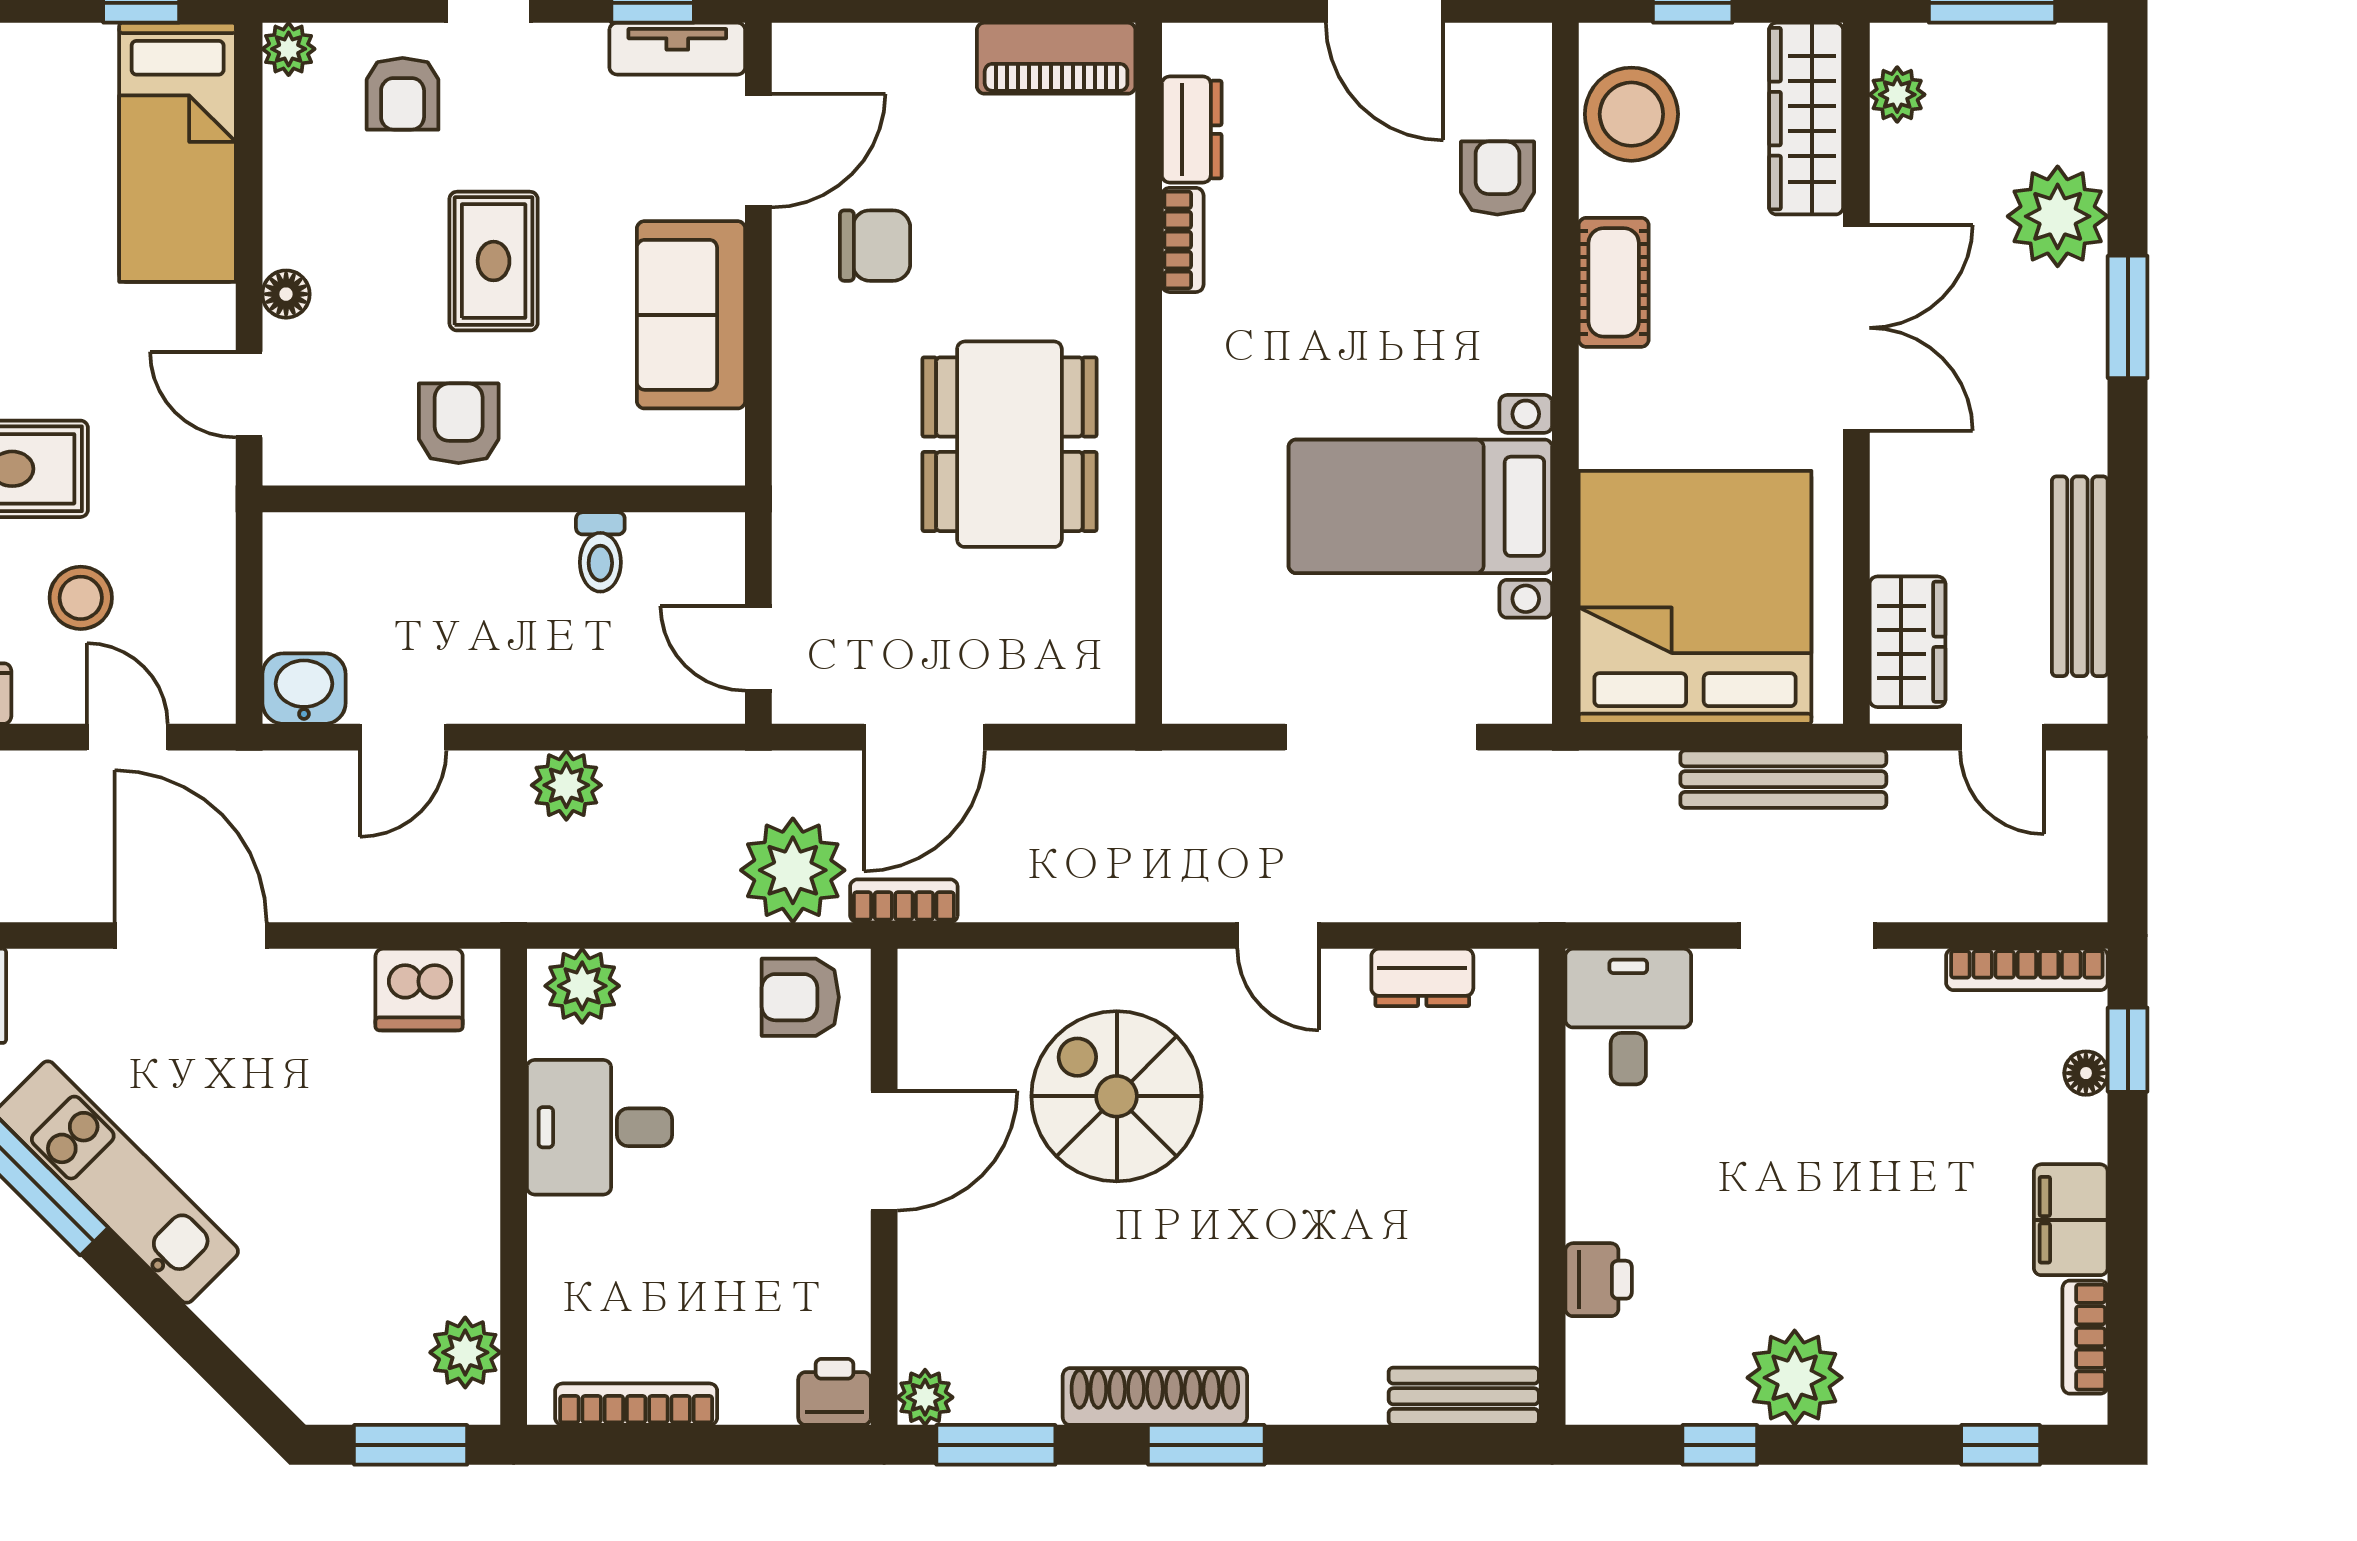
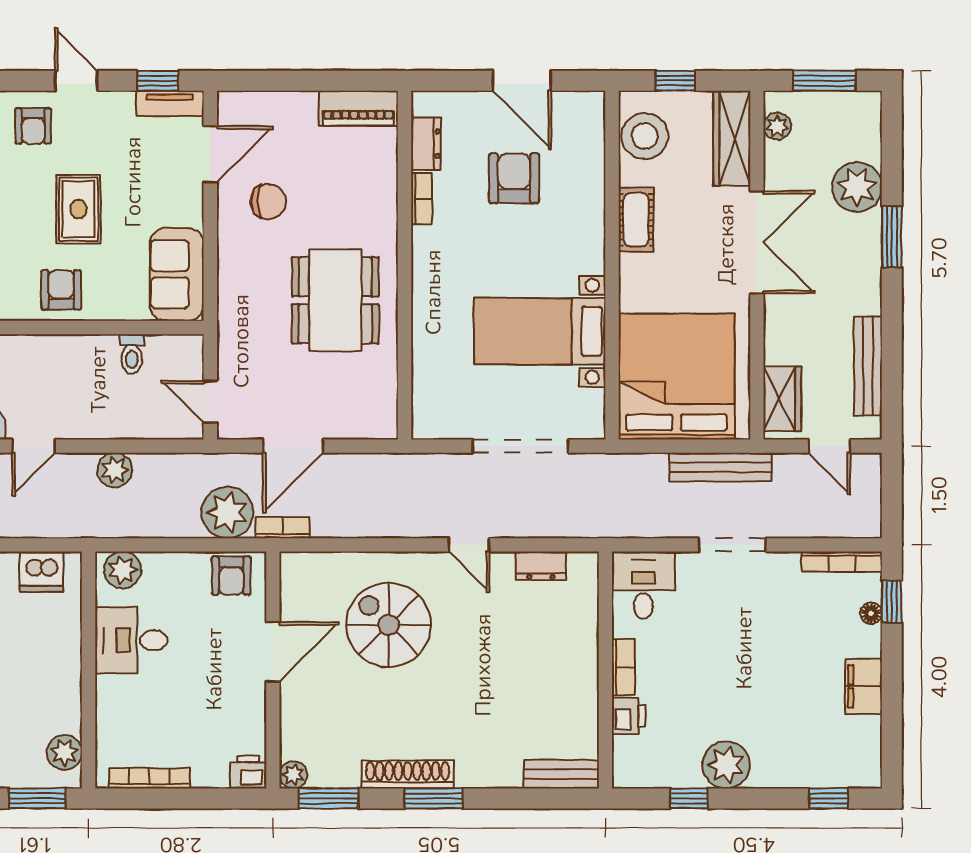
armchair: (1497, 178) -> (514, 178), moved, width x1.38, depth x1.38
sofa: (691, 315) -> (177, 274), moved
armchair: (800, 997) -> (231, 576), turned -90
bookcase: (2085, 1337) -> (623, 667), moved, turned 180

